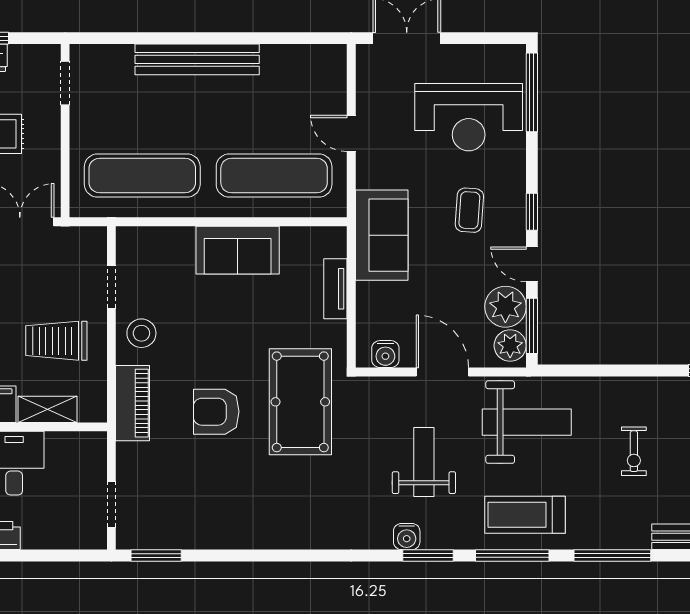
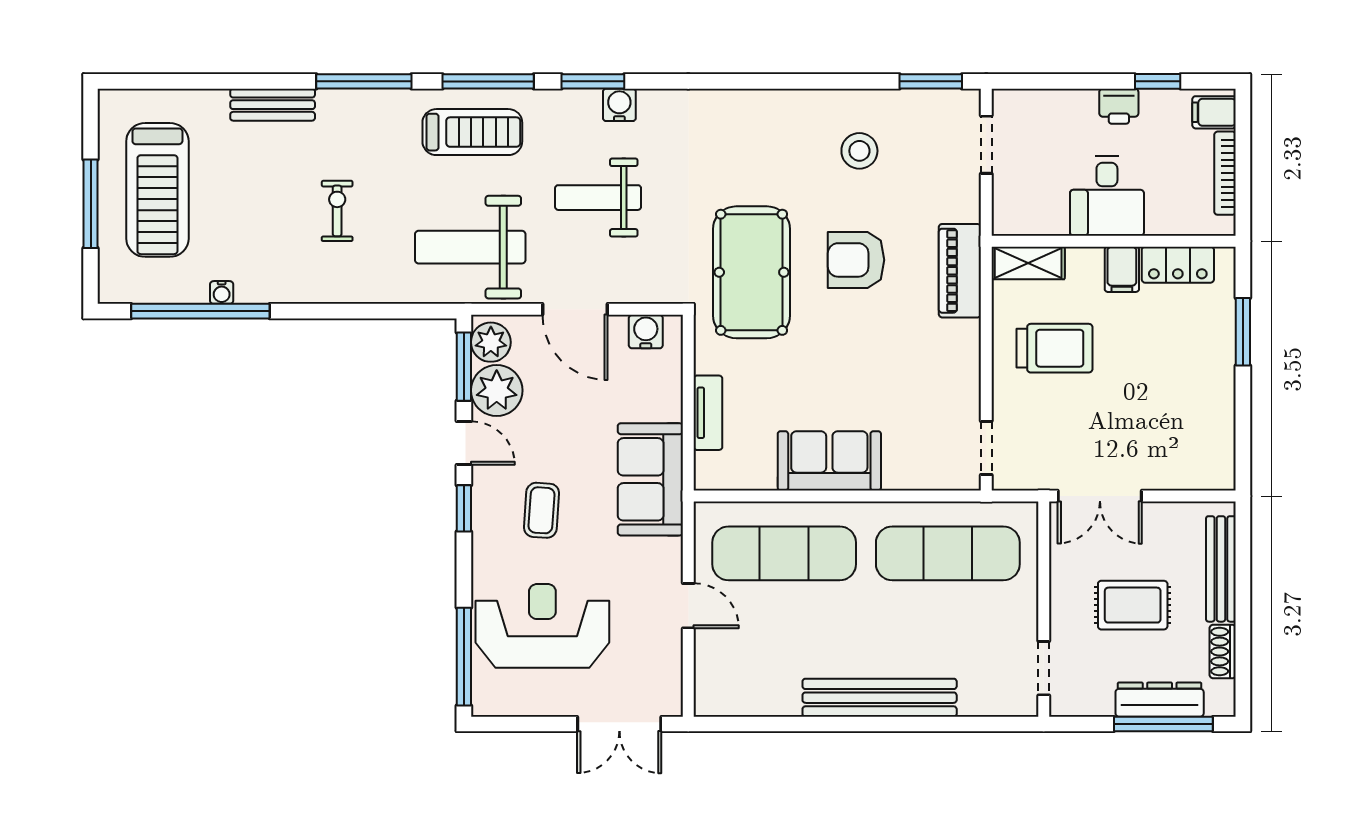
doorway: (111, 287) -> (986, 448), moved
stool: (141, 333) -> (859, 151), moved
shelving: (48, 409) -> (1028, 263), moved
armchair: (216, 412) -> (856, 260), turned 180
weight bench: (424, 462) -> (598, 198), turned 90

